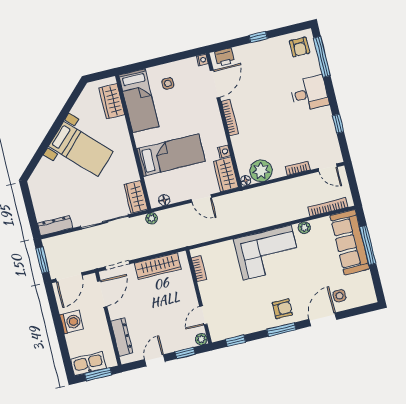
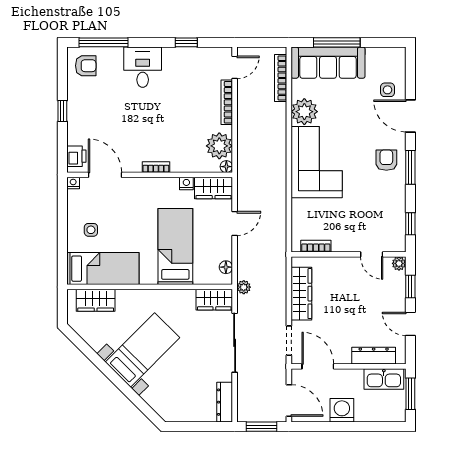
bookcase: (230, 118) -> (156, 167), width x0.64
bookcase: (298, 168) -> (227, 102), width x1.56
plant: (304, 228) -> (304, 112), width x1.88, depth x1.88
kitchen sink: (88, 364) -> (384, 379), moved, turned -90

